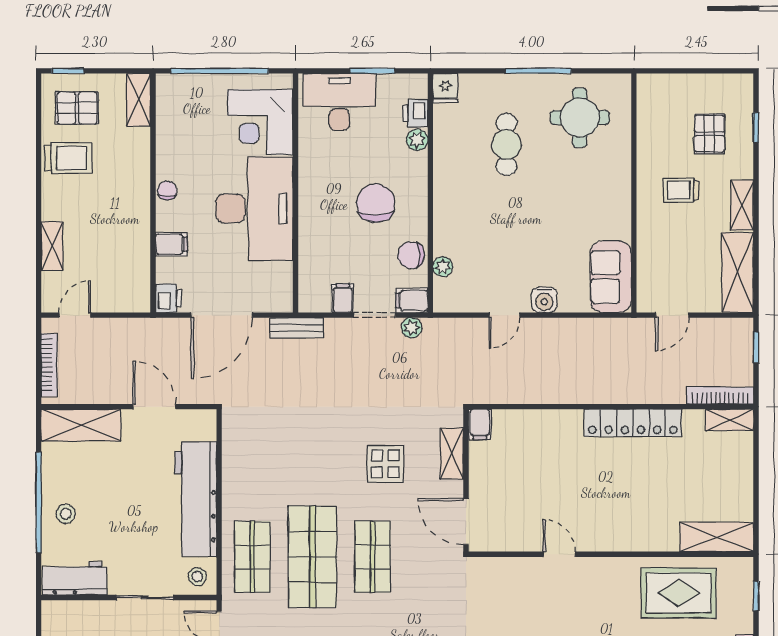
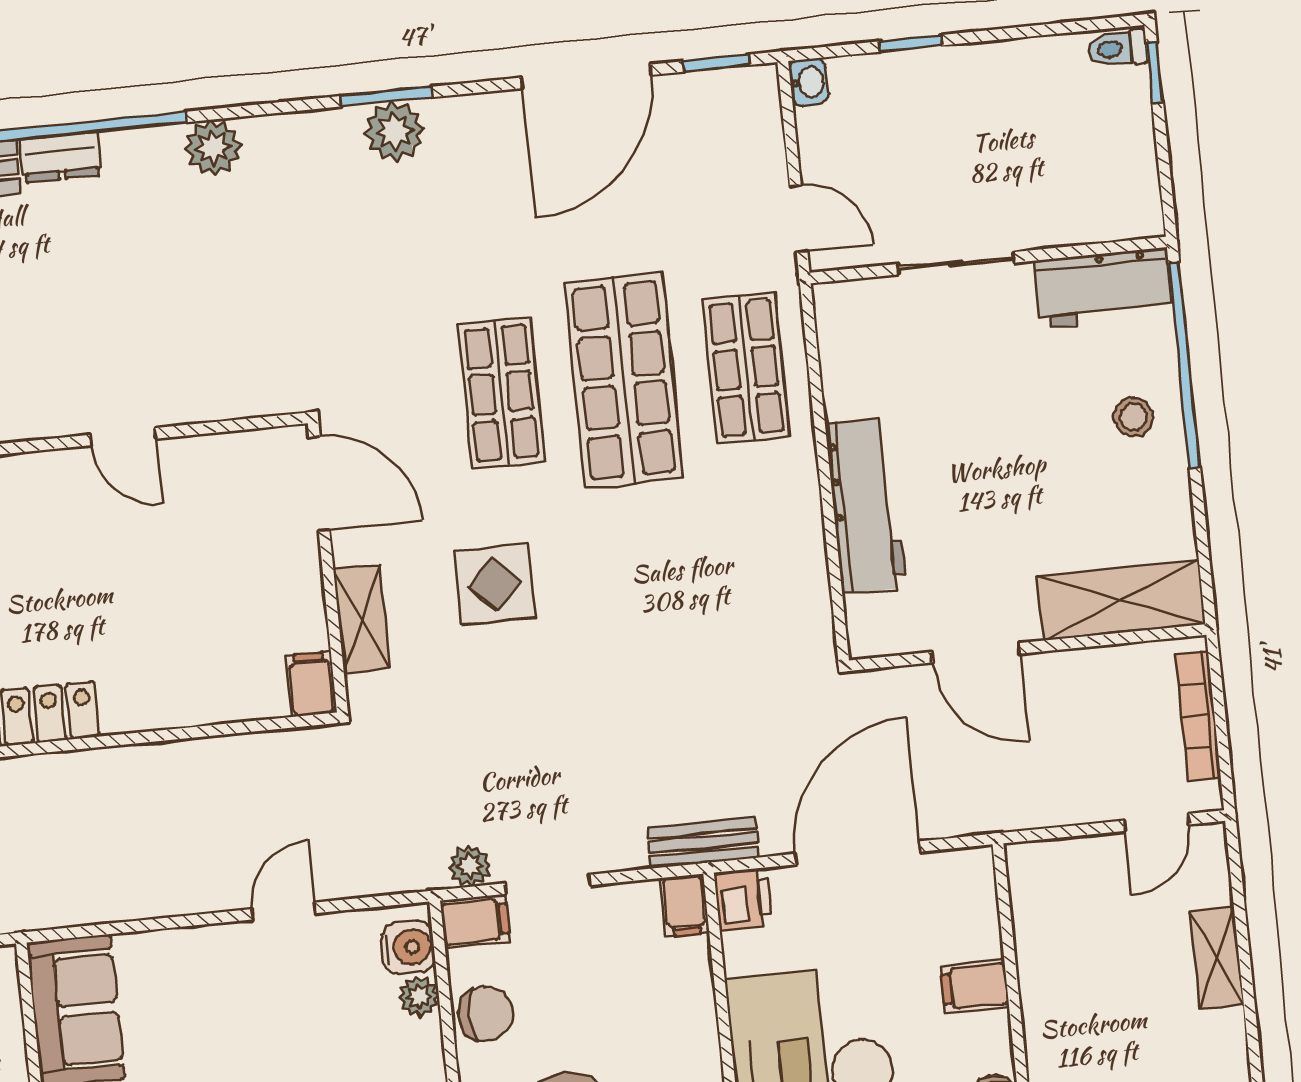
printer: (169, 298) -> (743, 899), moved, turned 180
filing cabinet: (343, 298) -> (684, 905), moved
water cooler: (544, 300) -> (408, 947), moved, turned 90
workbench: (196, 499) -> (865, 506), width x0.73, depth x0.76
window: (39, 503) -> (1184, 365), moved
stool: (197, 576) -> (853, 317), removed

